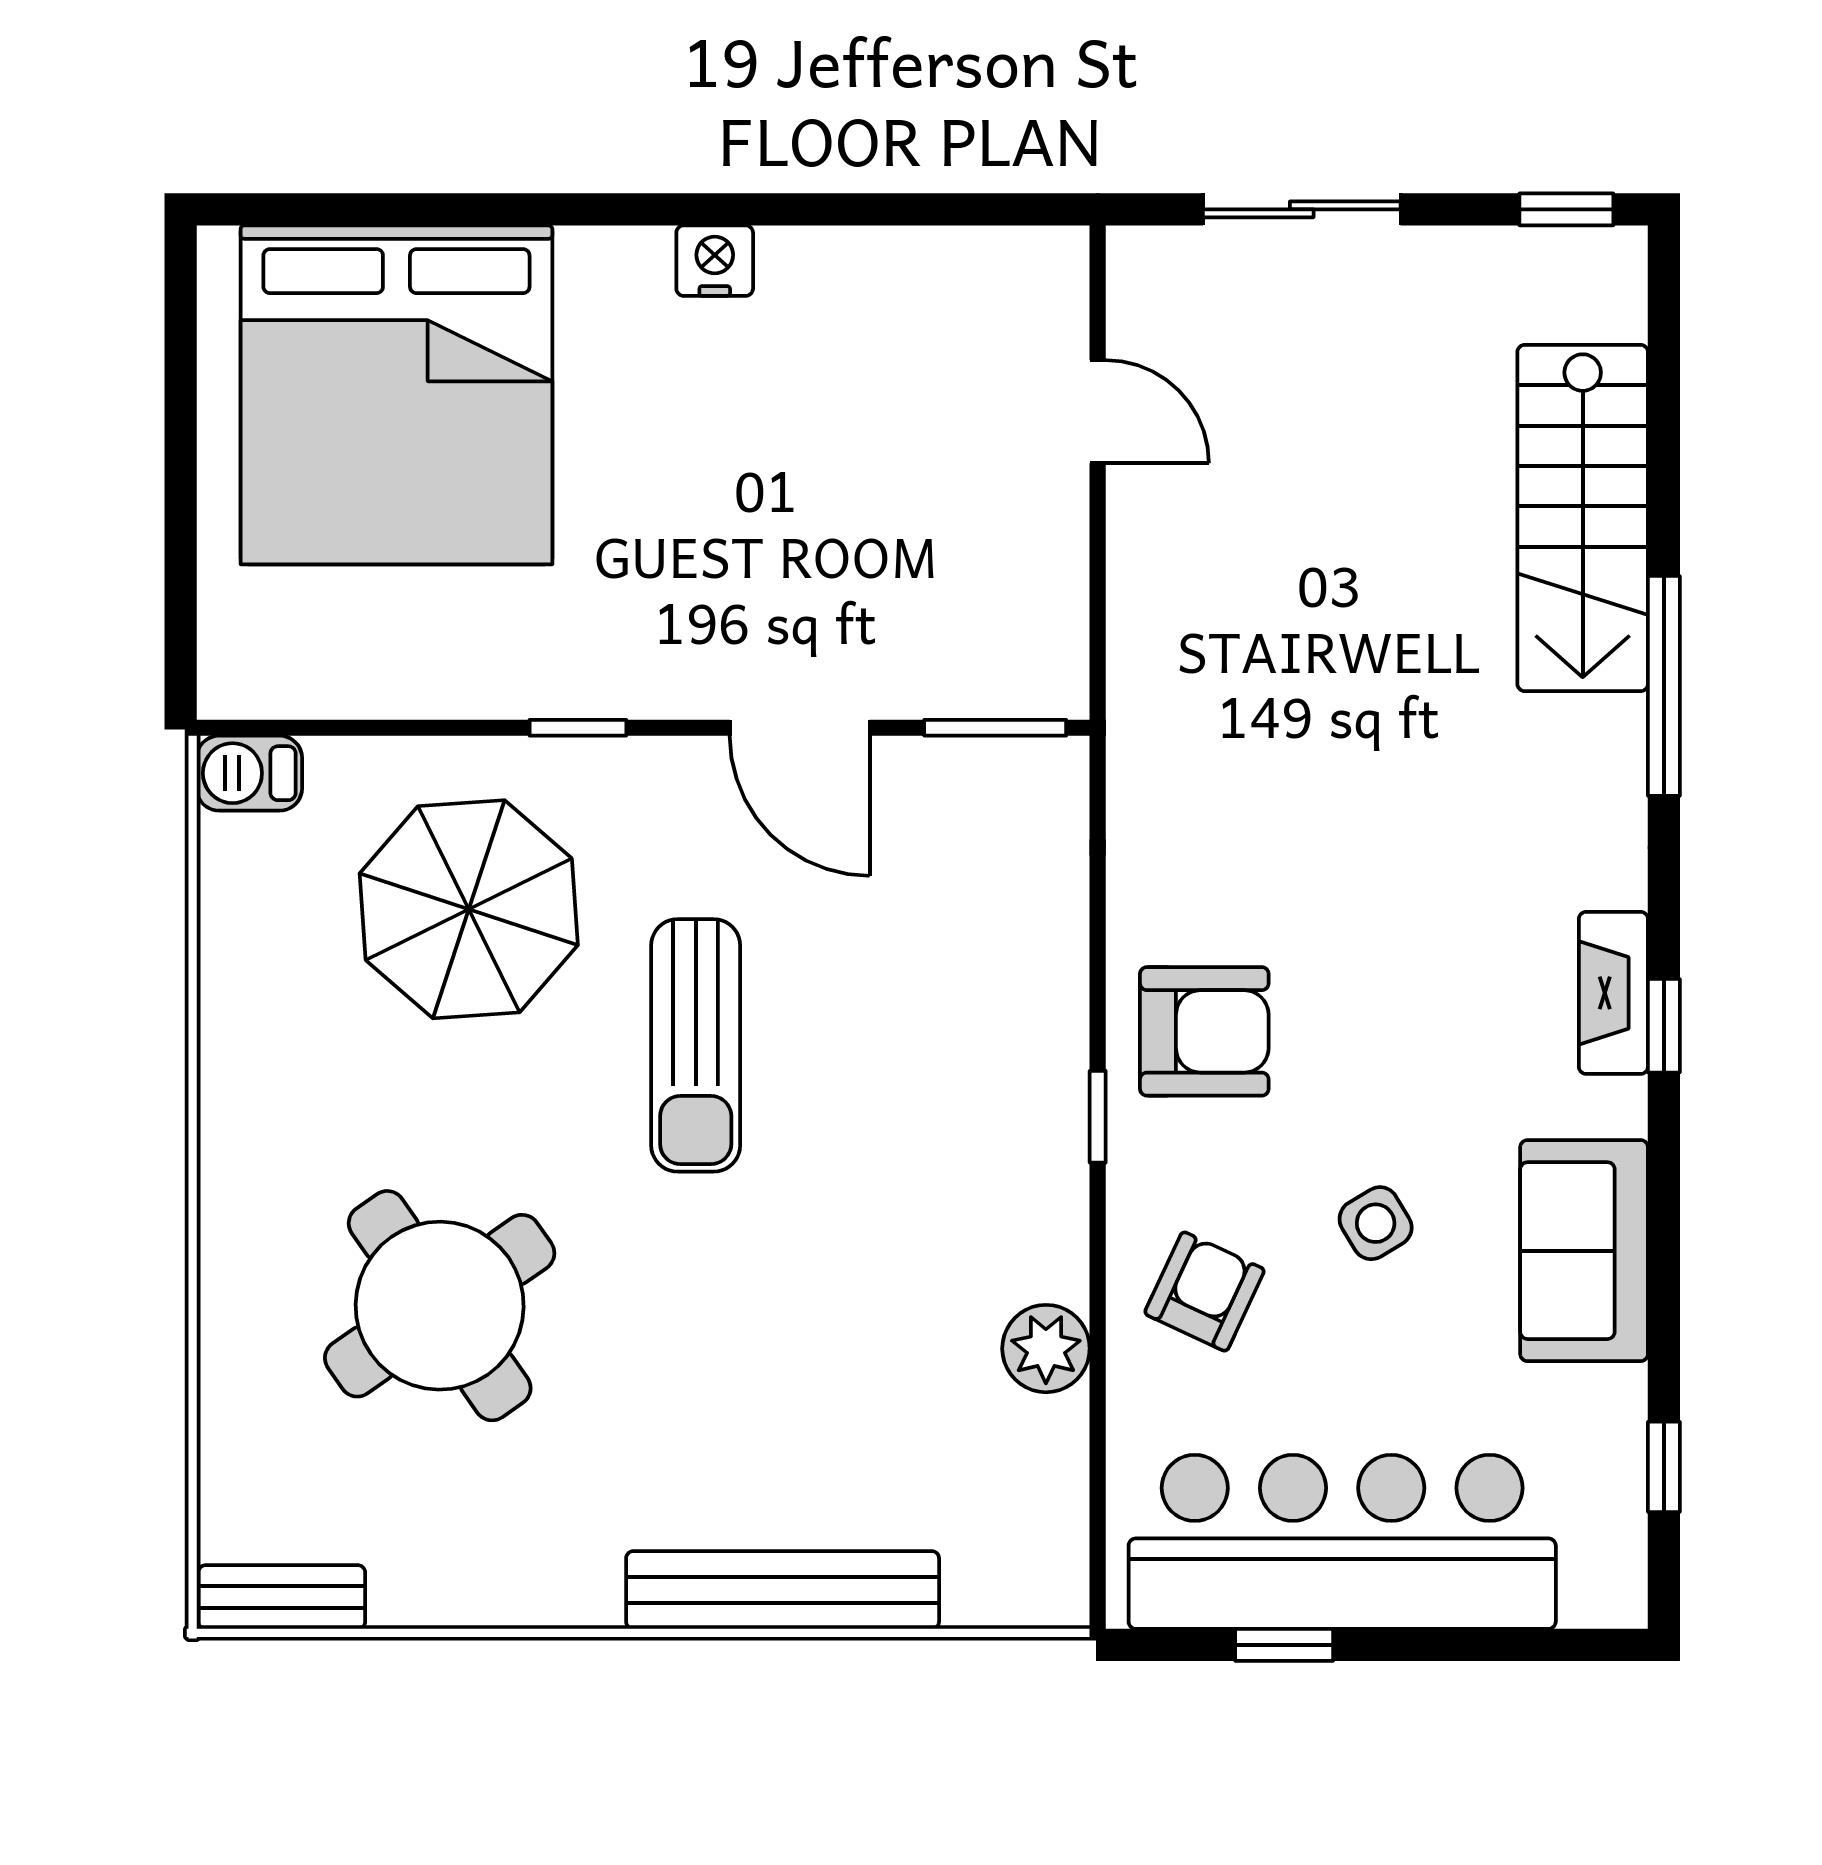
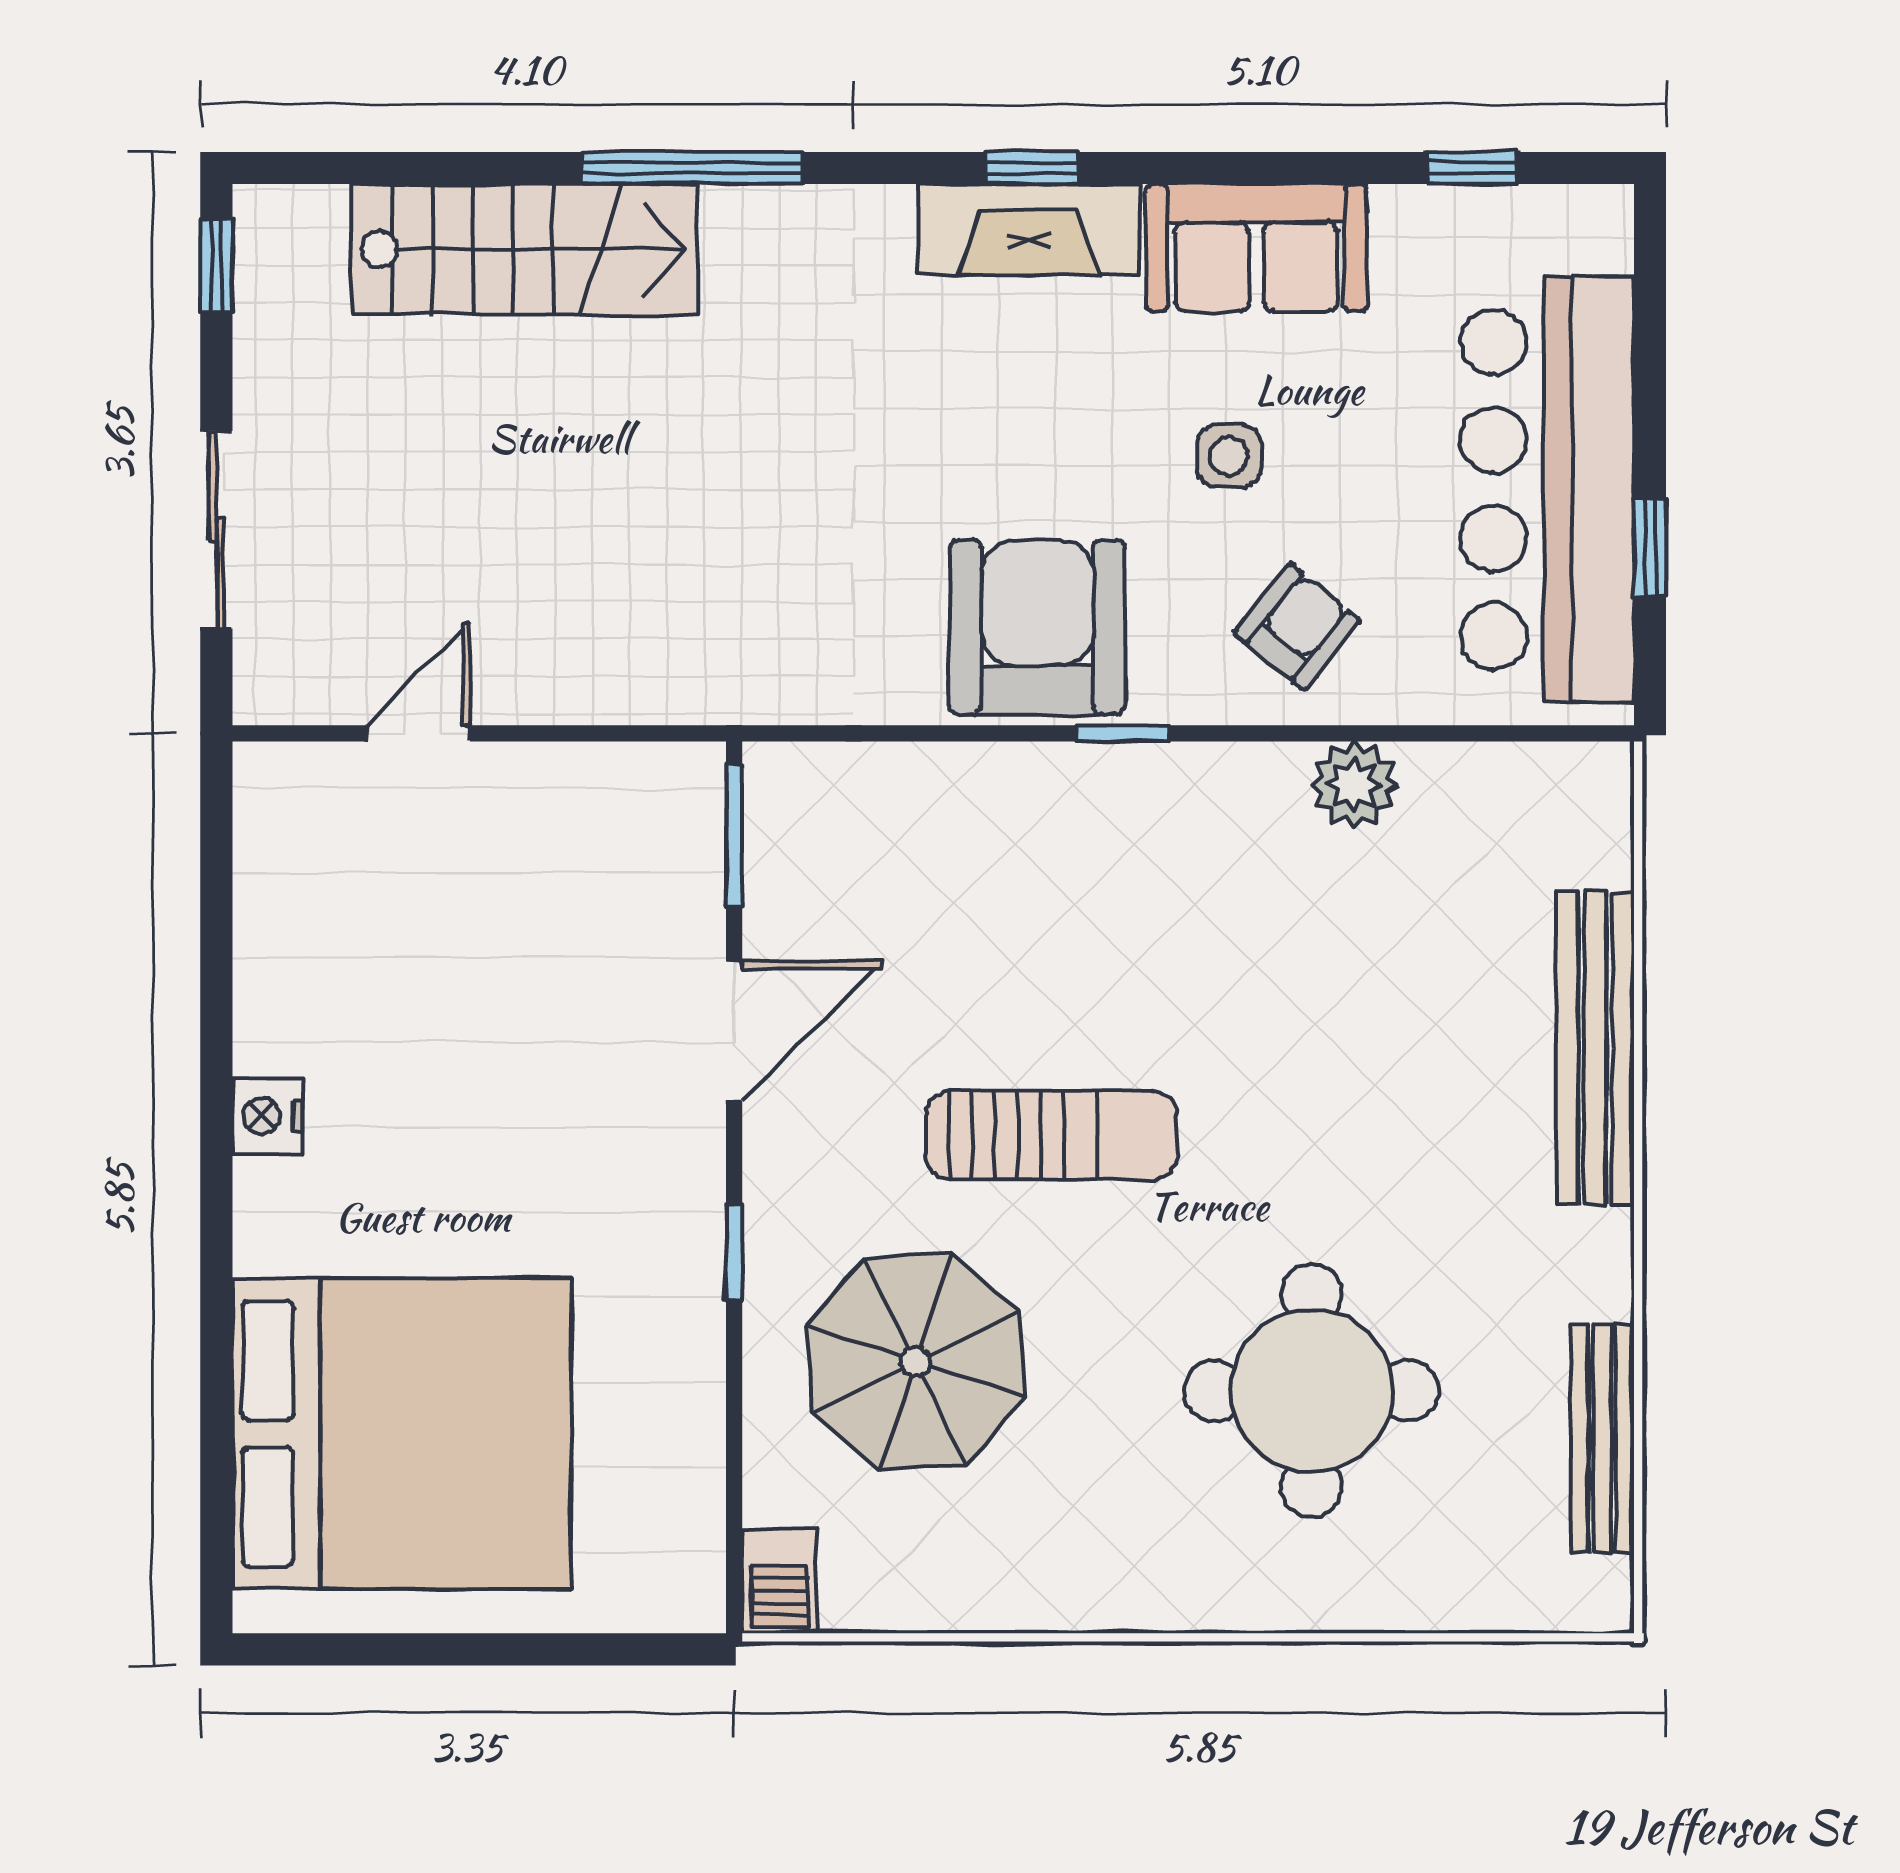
fireplace: (1613, 993) -> (1029, 229), width x1.37, depth x1.32
armchair: (1204, 1031) -> (1037, 627), width x1.36, depth x1.36
side table: (1376, 1223) -> (1229, 456), turned 31
armchair: (1204, 1292) -> (1297, 627), turned 104
round table: (440, 1306) -> (1311, 1391), turned 35
bench: (282, 1597) -> (1602, 1439), moved, width x1.36

